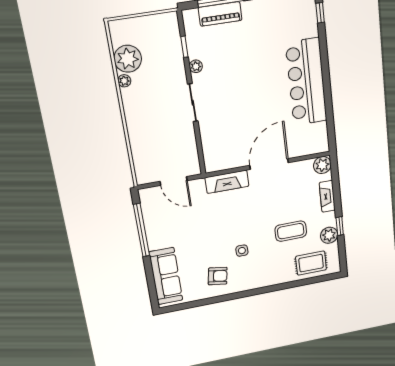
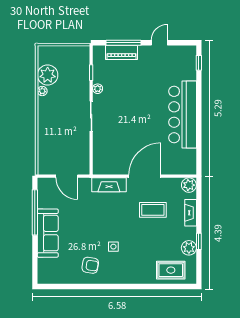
coffee table: (291, 231) -> (153, 210), moved
sofa: (166, 276) -> (48, 233), moved

